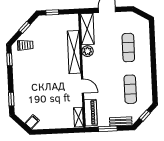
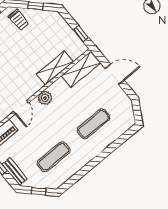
window: (52, 12) -> (81, 34), moved
plant: (88, 51) -> (45, 98), moved
shelving: (74, 52) -> (55, 68), width x0.68

